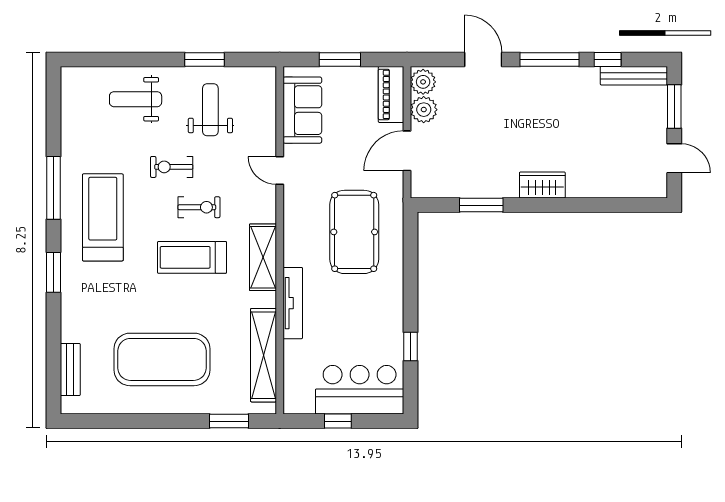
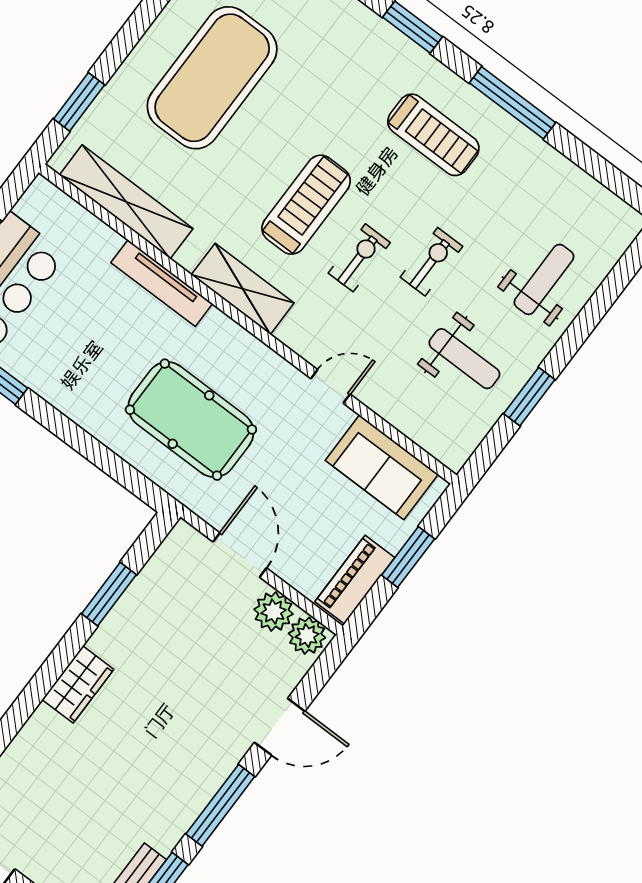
piano: (391, 94) -> (355, 580), moved, turned -90
exercise bike: (199, 207) -> (359, 258), turned 180
treadmill: (103, 217) -> (433, 135), width x0.73, depth x0.73

